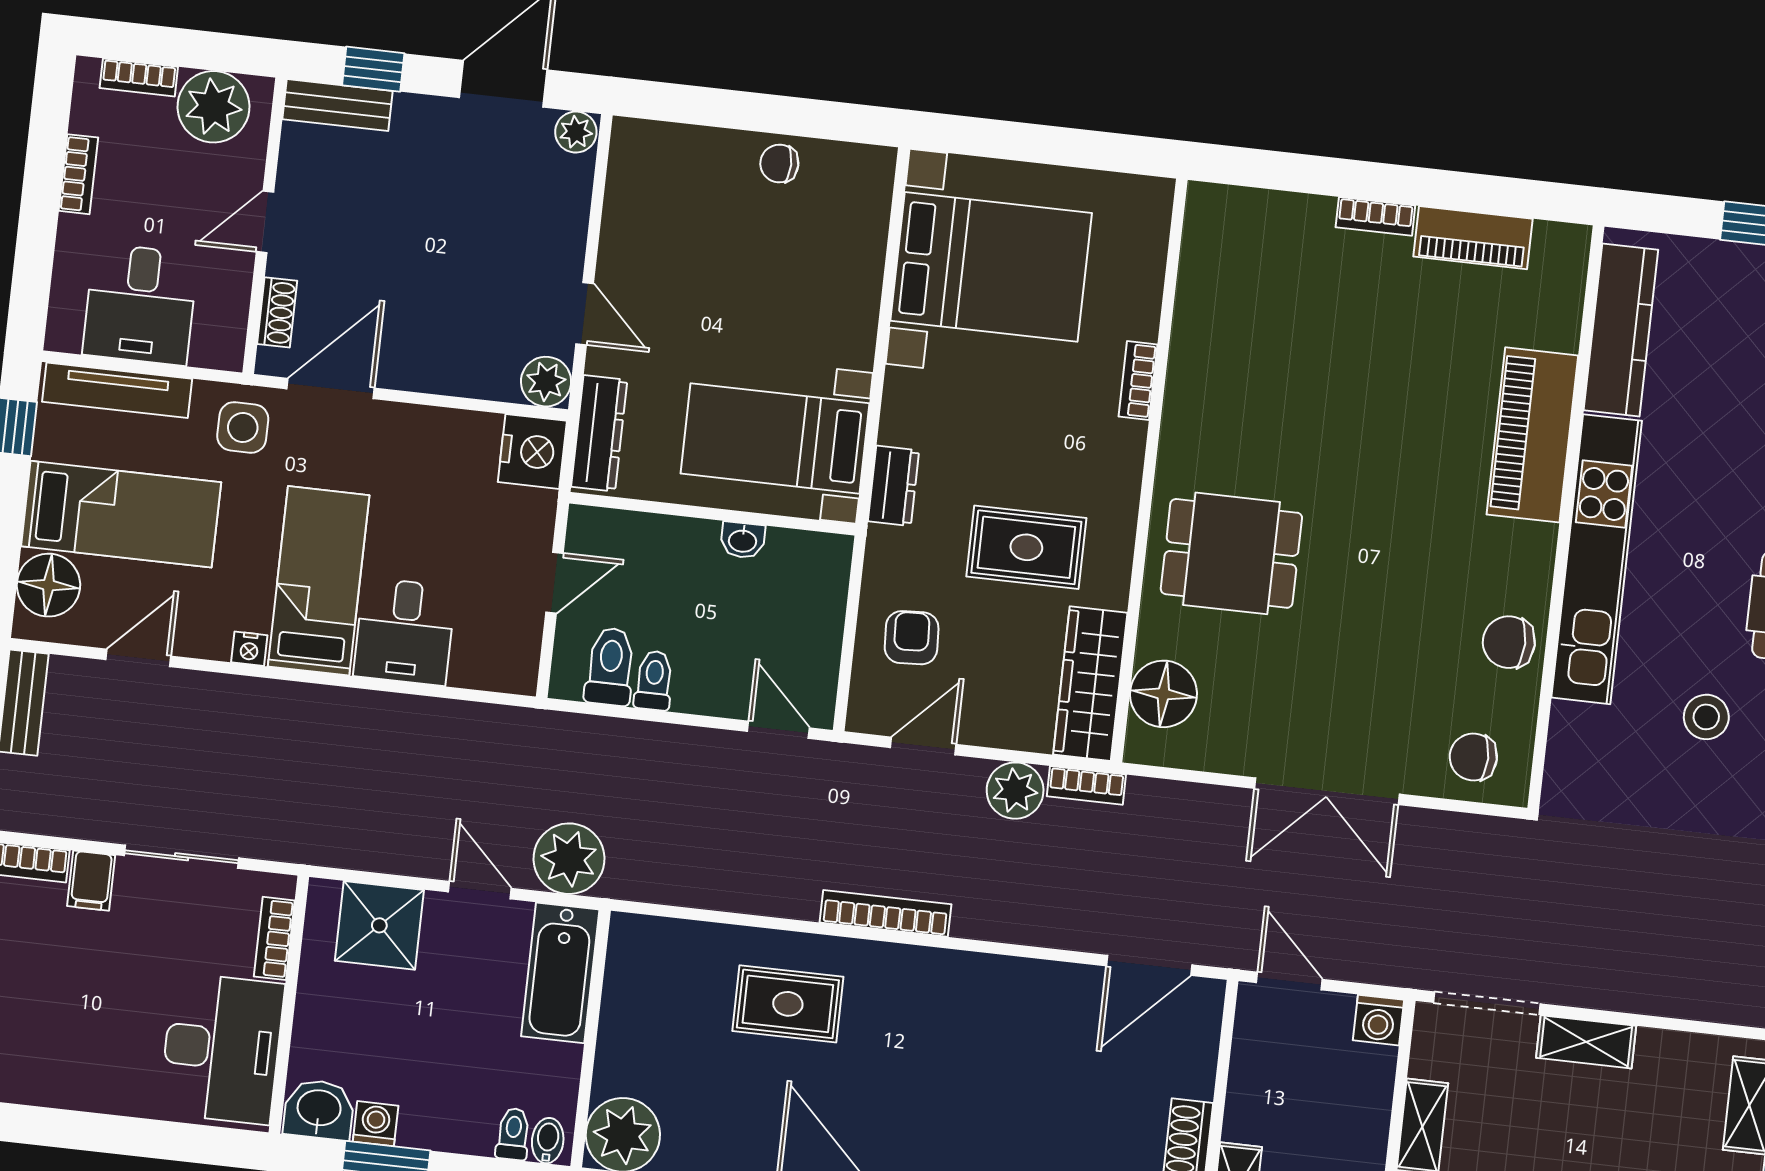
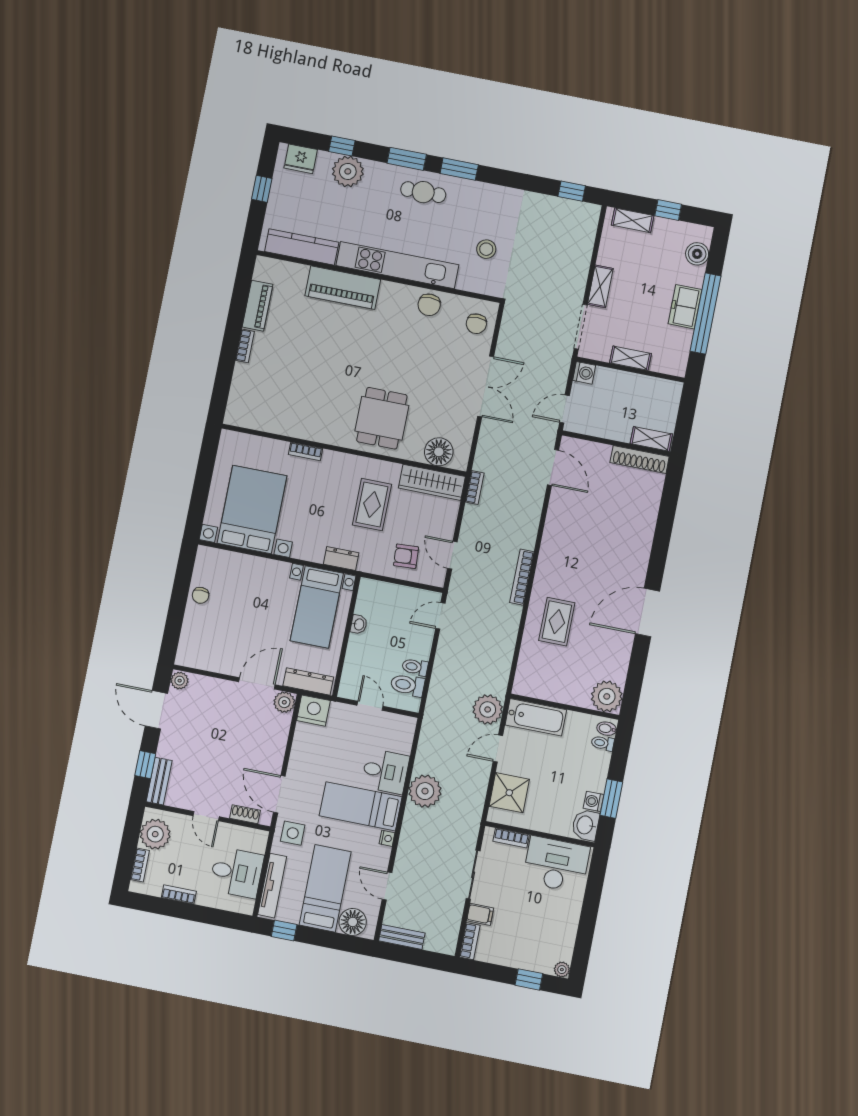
door: (585, 314) -> (257, 683), width x1.38
stool: (1706, 717) -> (486, 249), moved
plant: (1015, 791) -> (425, 791), moved, width x1.36, depth x1.36

